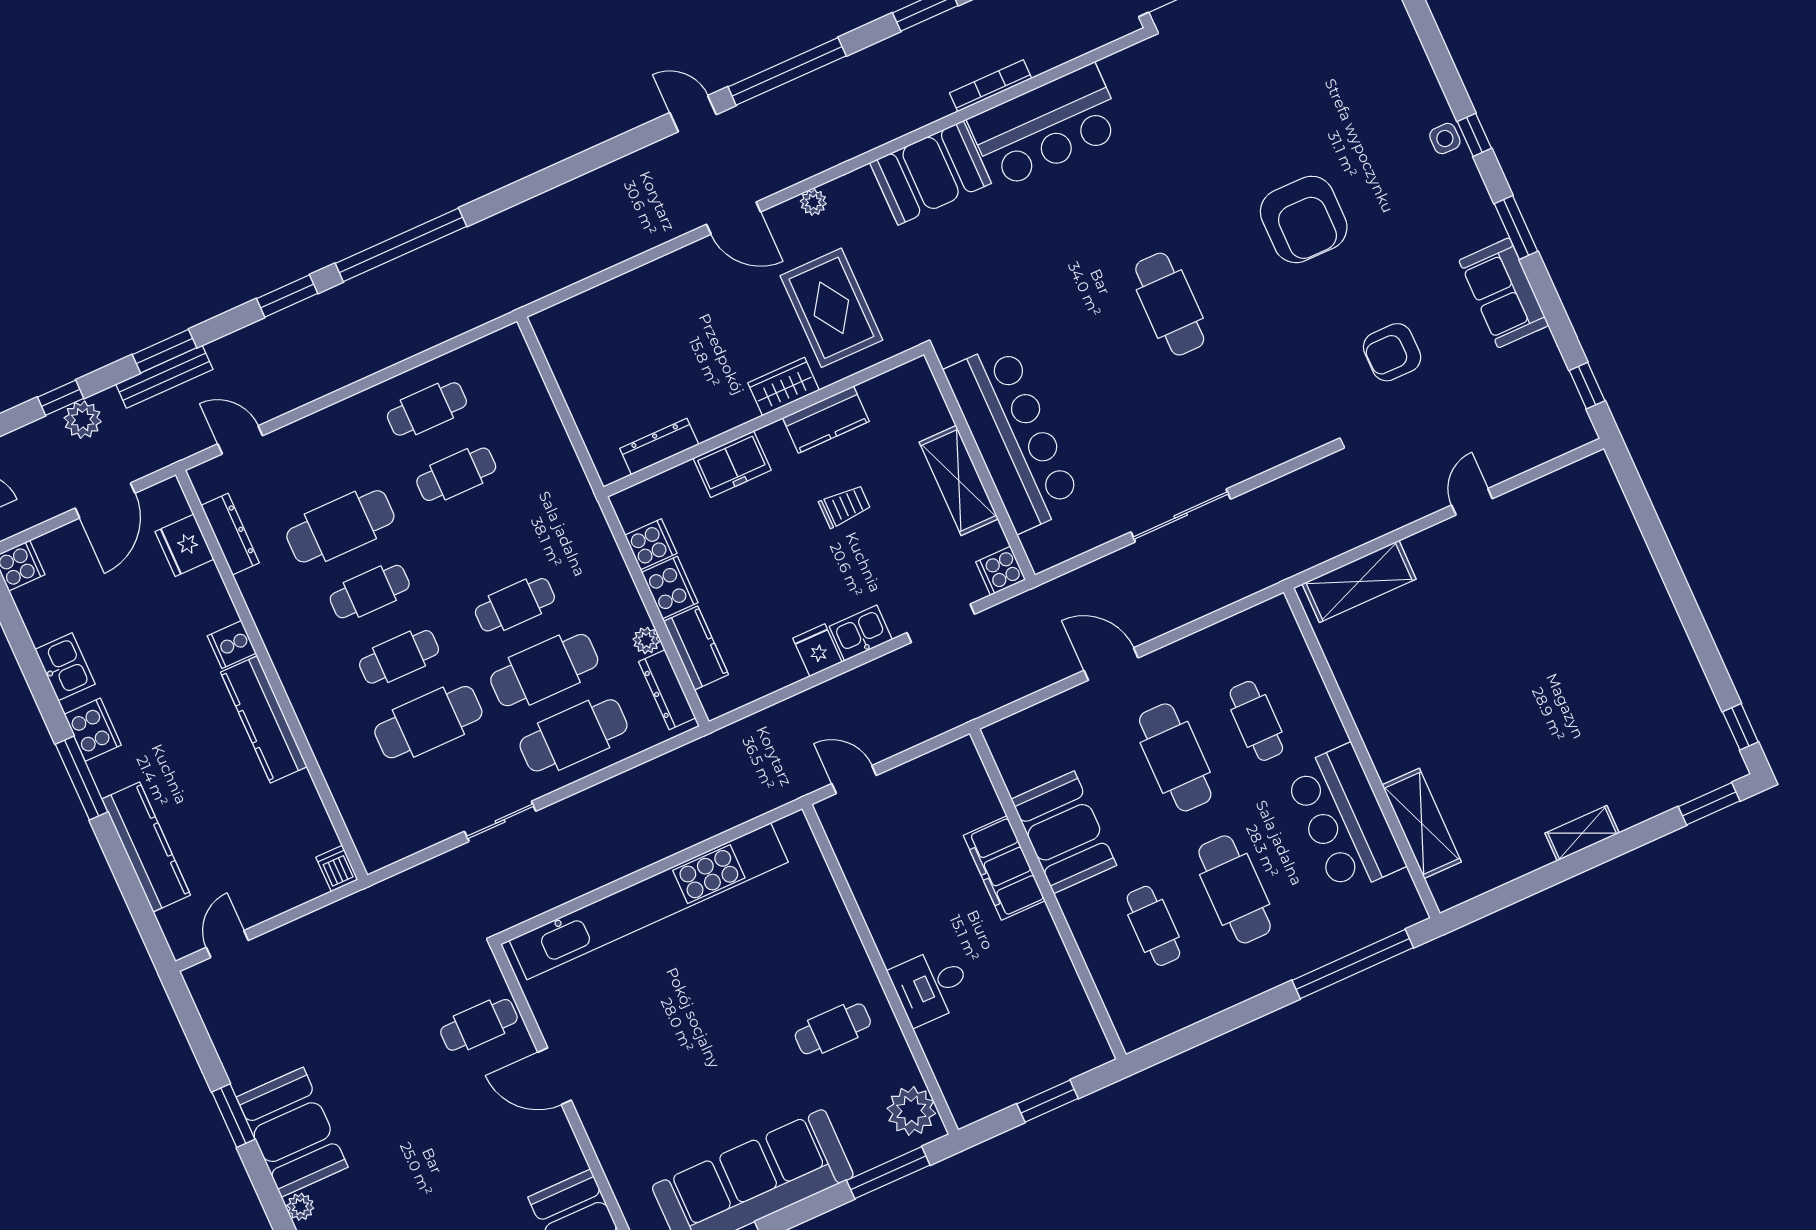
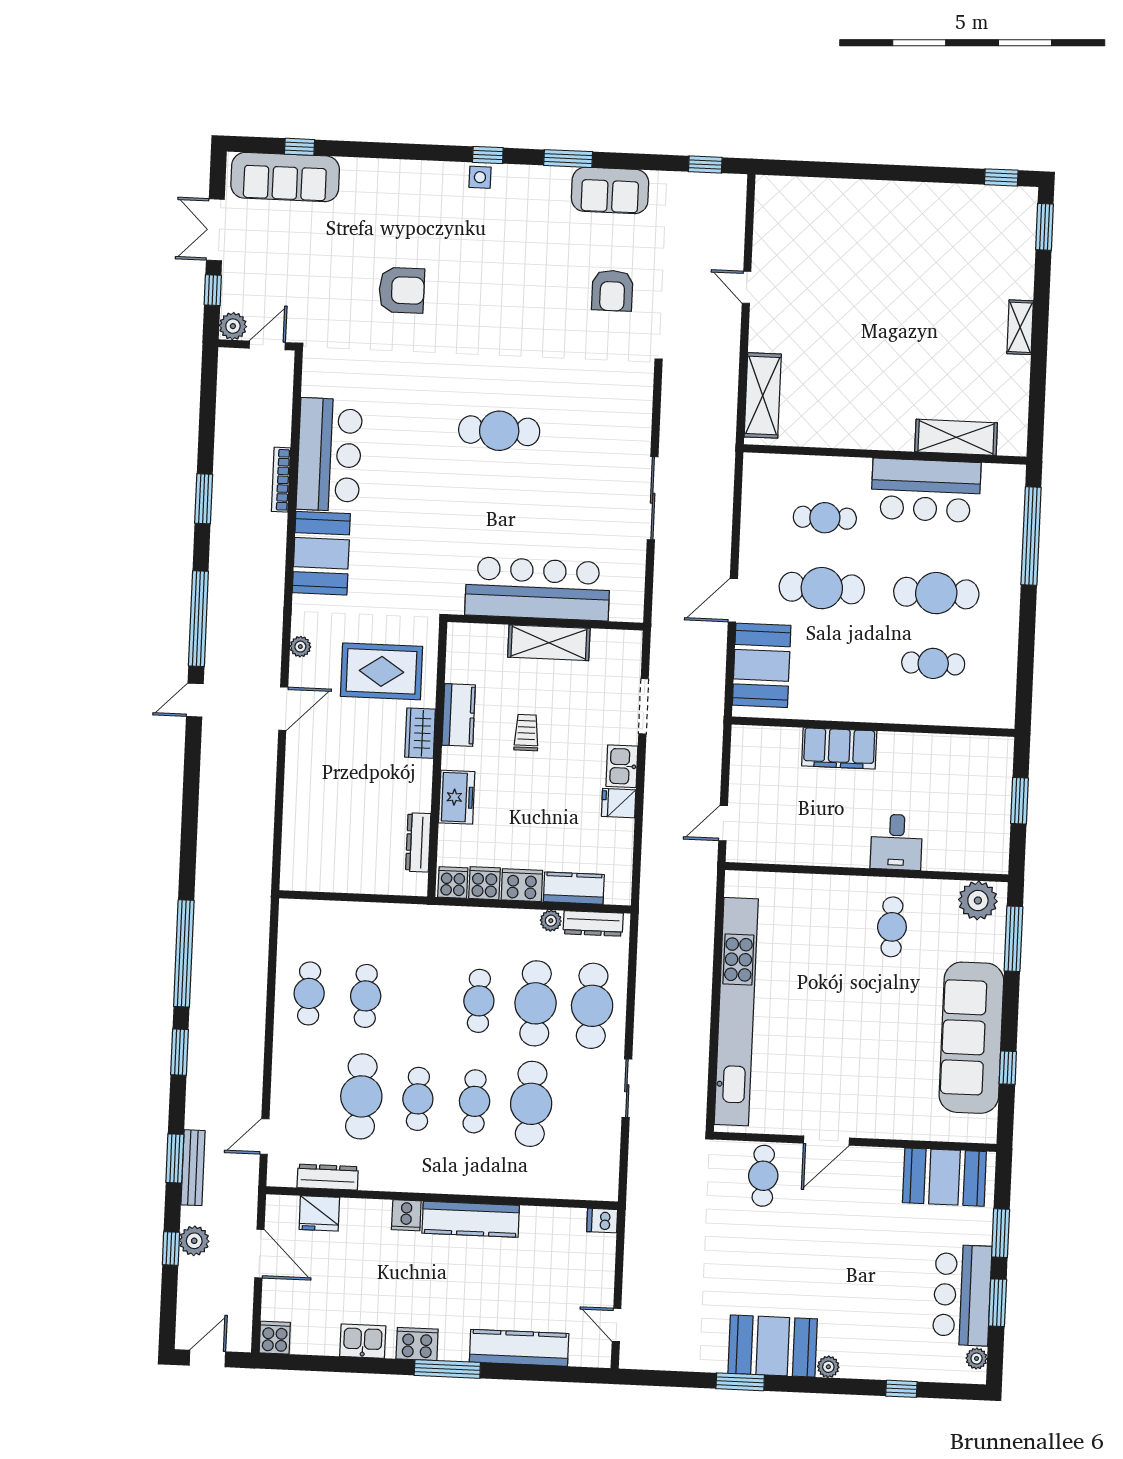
armchair: (1304, 219) -> (402, 290), moved, width x0.73, depth x0.73
cooker: (1001, 571) -> (453, 883), moved, turned 180
booth: (1064, 832) -> (762, 665), moved, turned 90

